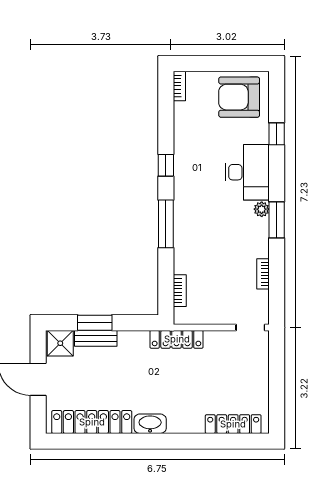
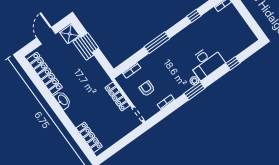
armchair: (239, 97) -> (147, 89), moved, width x0.53, depth x0.53
window: (166, 165) -> (194, 16), moved
locker: (177, 339) -> (117, 96), moved

